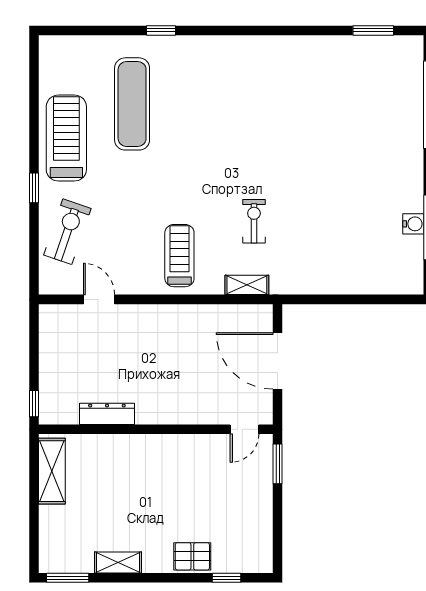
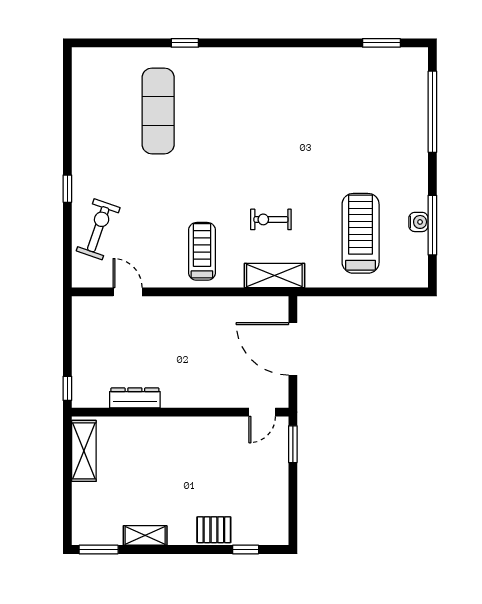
treadmill: (66, 138) -> (361, 233), moved
exercise bike: (254, 221) -> (271, 219), turned -90
shelving: (247, 285) -> (274, 276), width x1.50, depth x1.33

